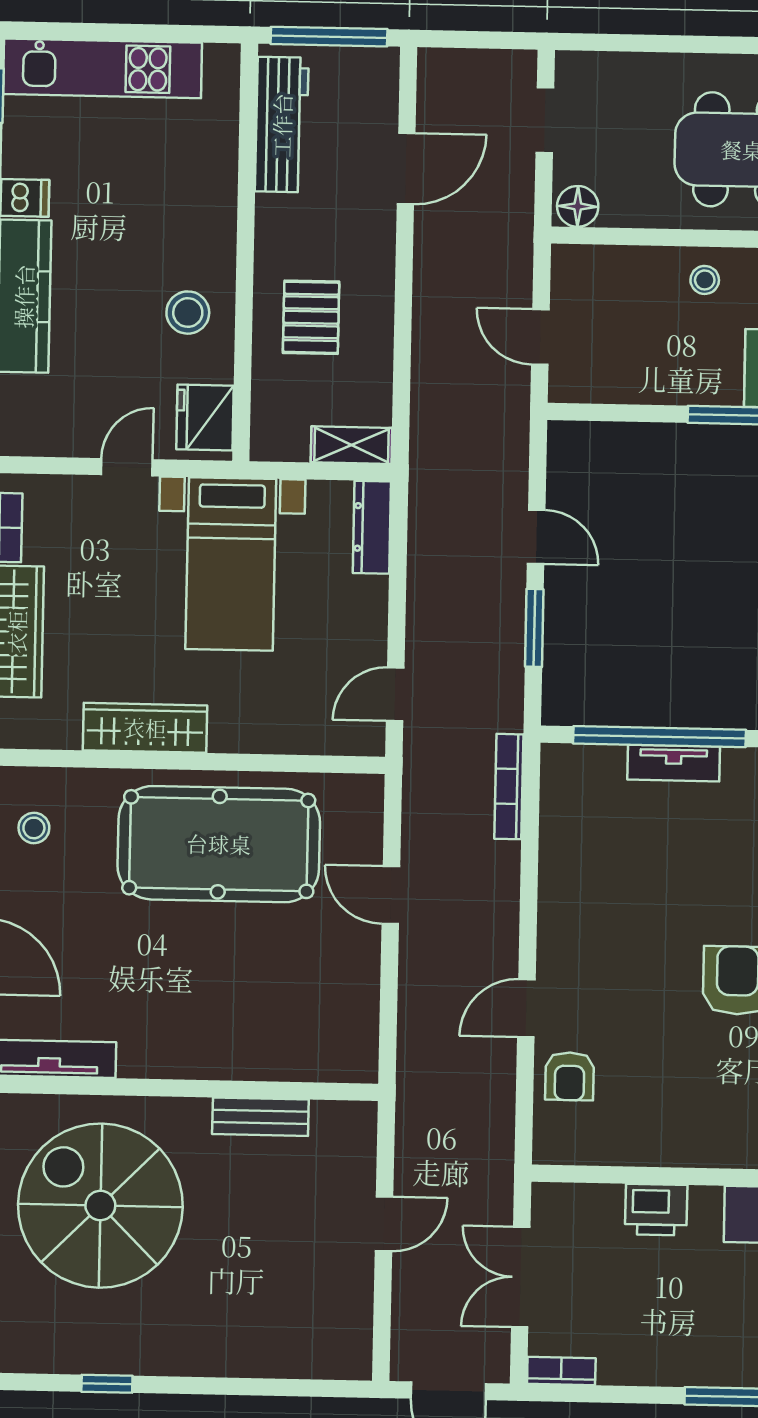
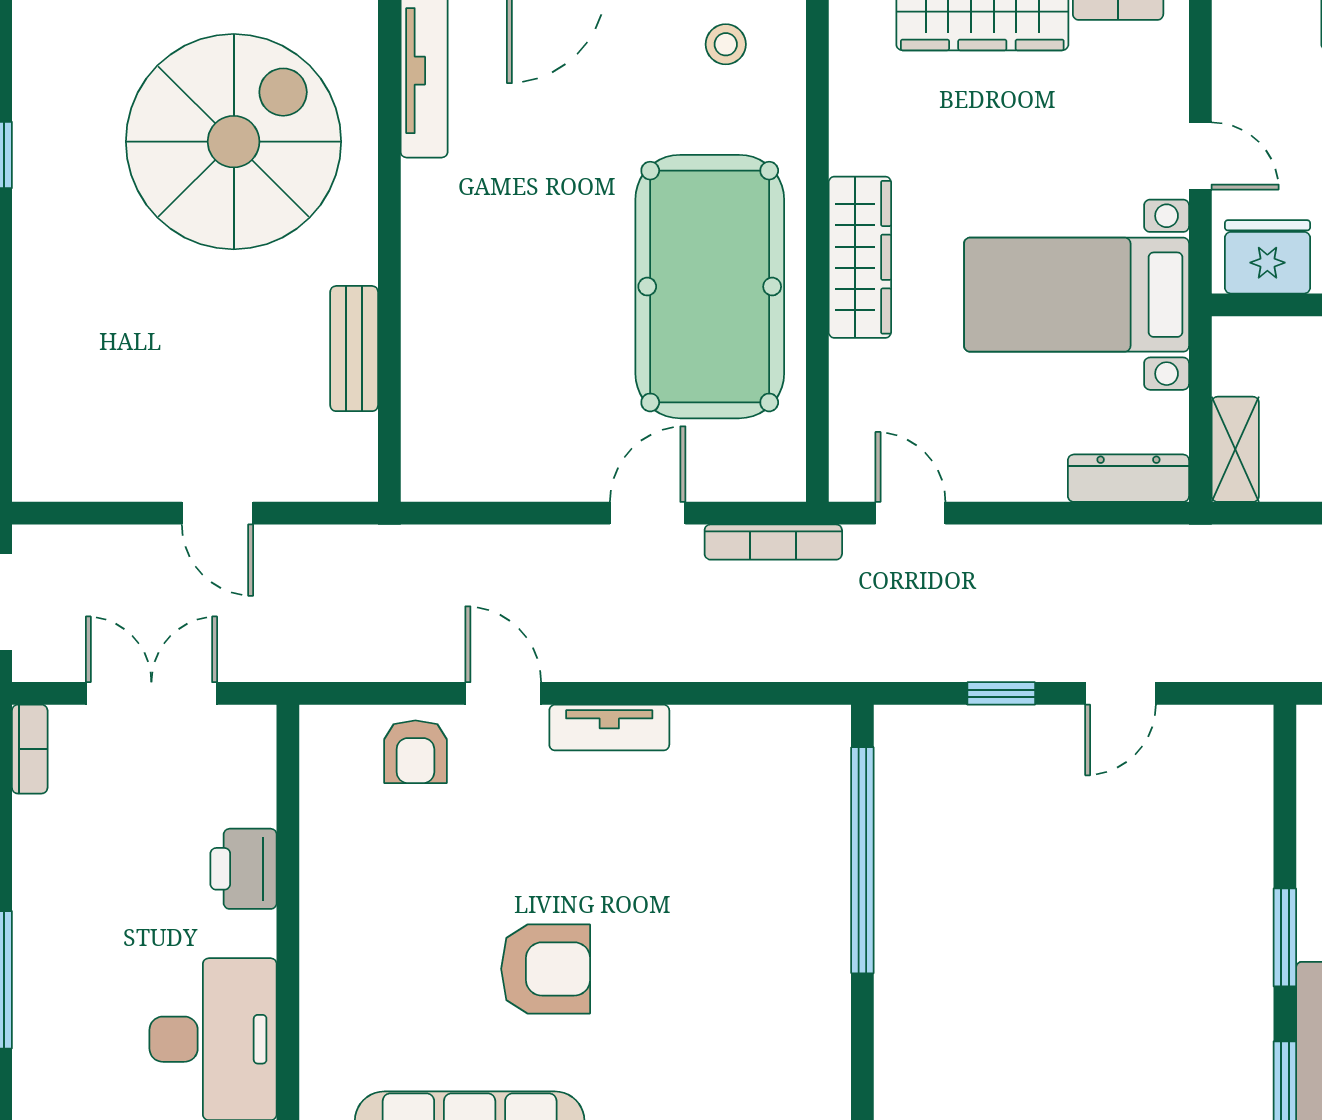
window: (534, 628) -> (1001, 693), width x0.67
wardrobe: (145, 728) -> (860, 257), moved
tv unit: (674, 763) -> (609, 728), moved, turned -90
bookcase: (509, 787) -> (773, 542), moved, turned 180
armchair: (570, 1076) -> (415, 752), turned -90

